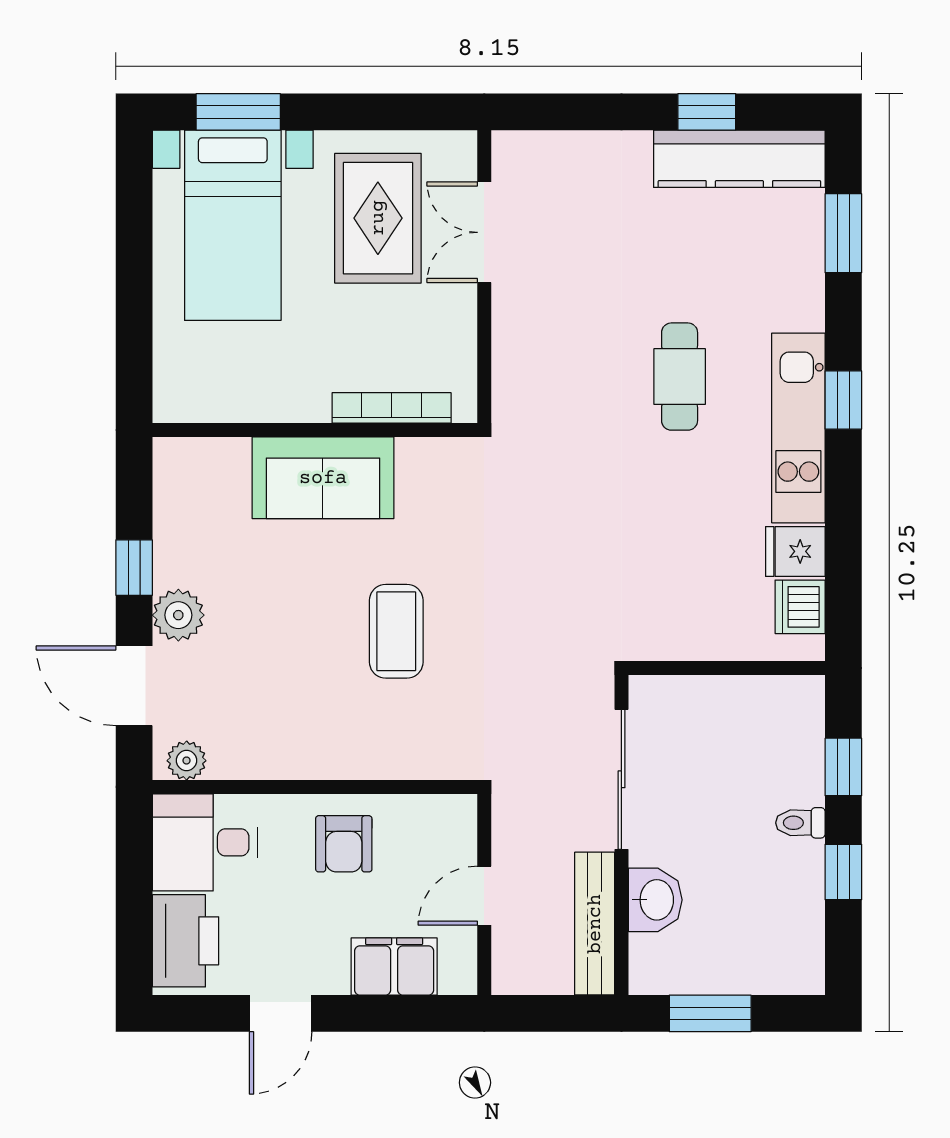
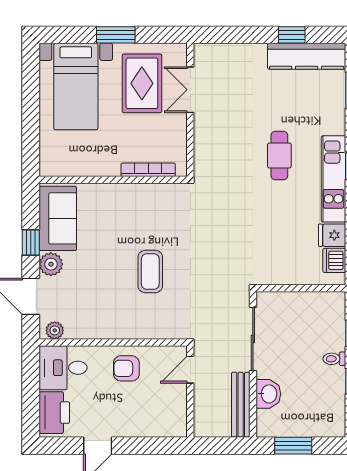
window: (238, 112) -> (116, 35), moved
sofa: (323, 478) -> (58, 218), moved, turned -90
armchair: (344, 844) -> (126, 368), turned 90
door: (484, 896) -> (190, 370), moved
filing cabinet: (394, 966) -> (149, 424), removed

